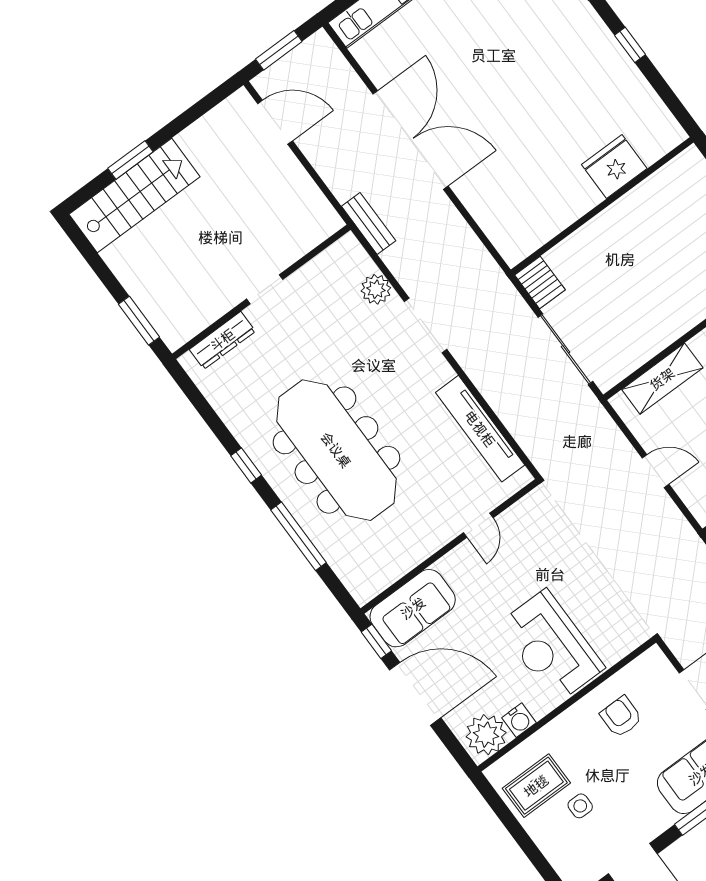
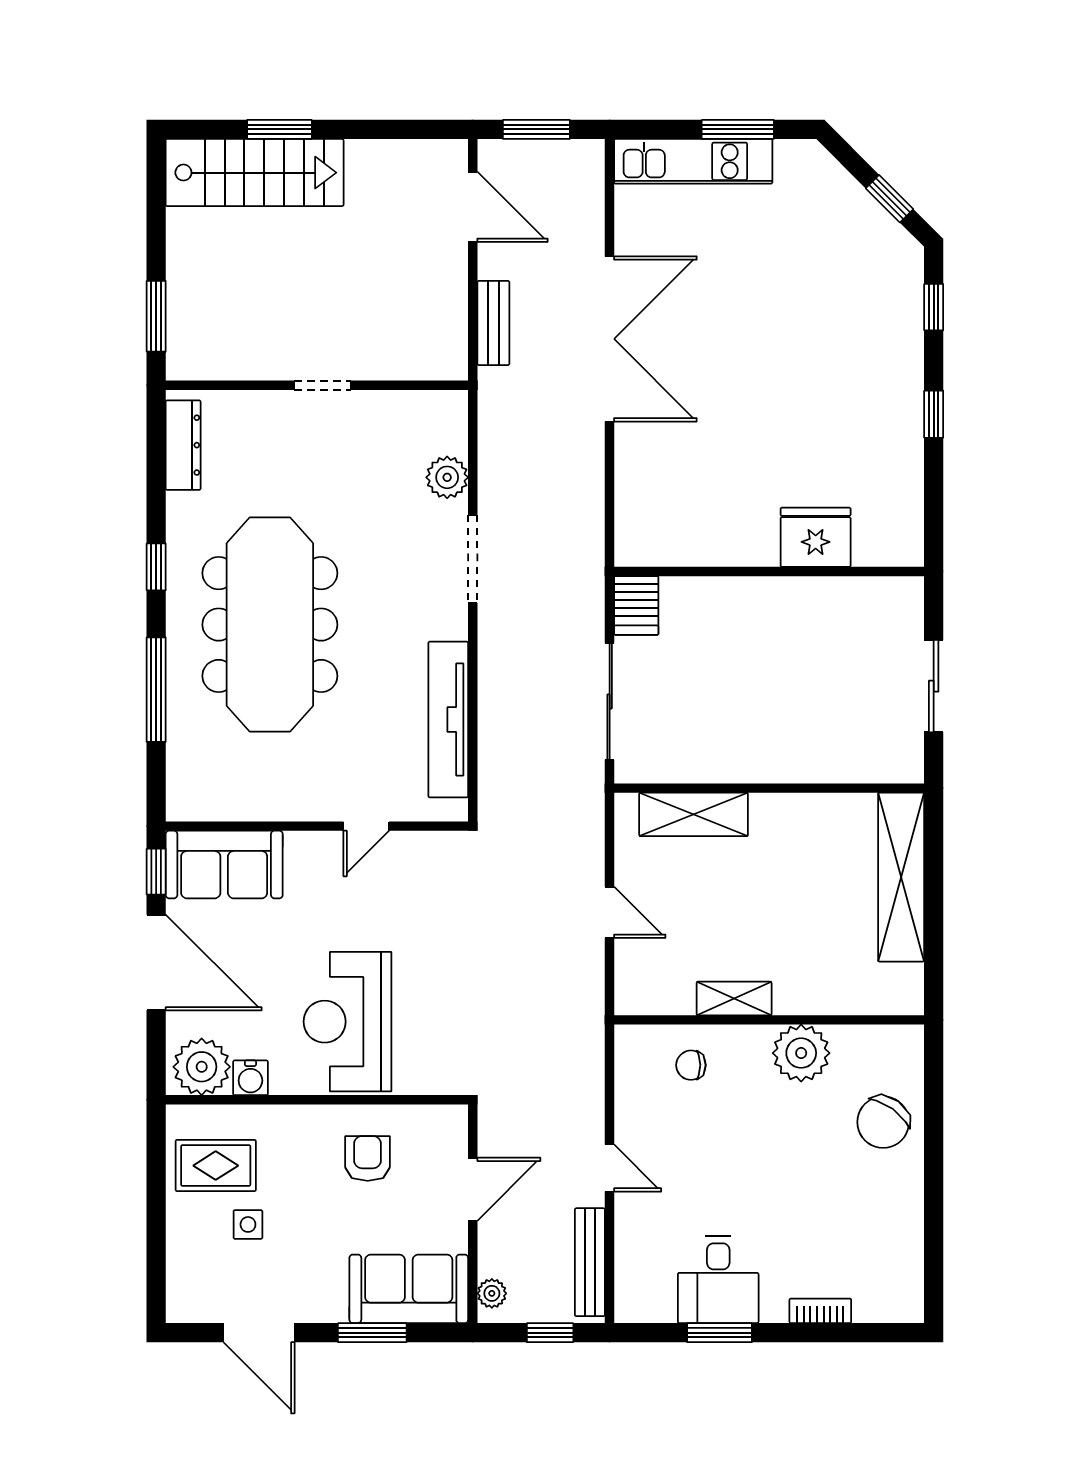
bench: (369, 223) -> (493, 323), moved
dresser: (222, 340) -> (183, 445), moved, turned -90

